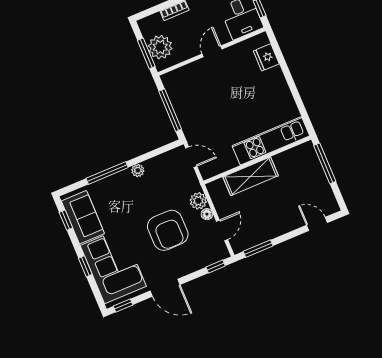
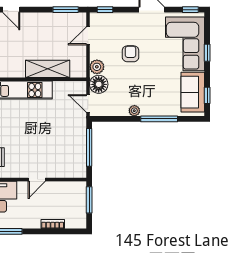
plant: (160, 47) -> (76, 200), removed
floor lamp: (207, 214) -> (99, 84), moved, width x1.89, depth x1.89
armchair: (168, 230) -> (131, 54), width x0.53, depth x0.53

